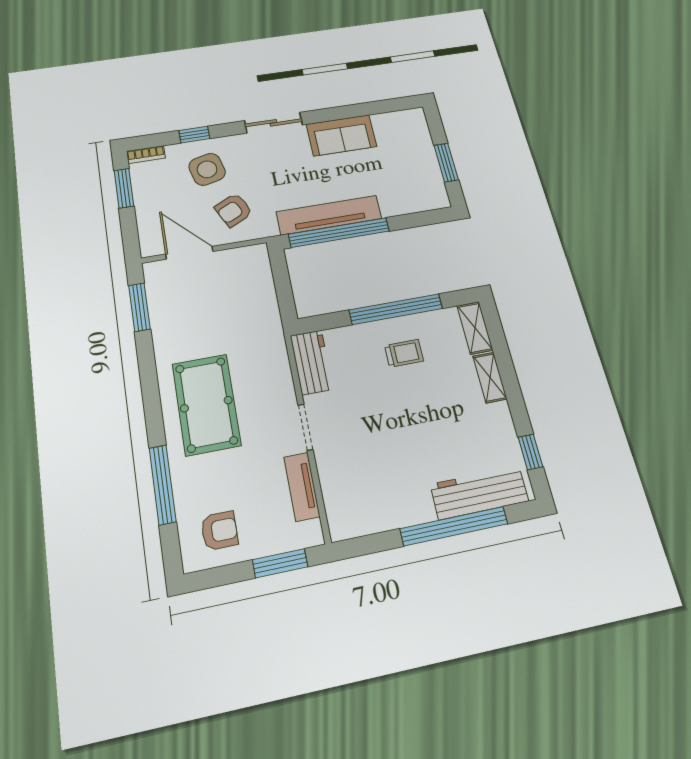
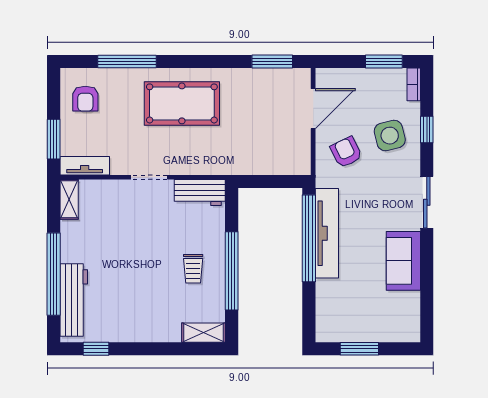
shelving: (490, 378) -> (69, 199), moved, turned 90
tv unit: (302, 487) -> (85, 166), moved

